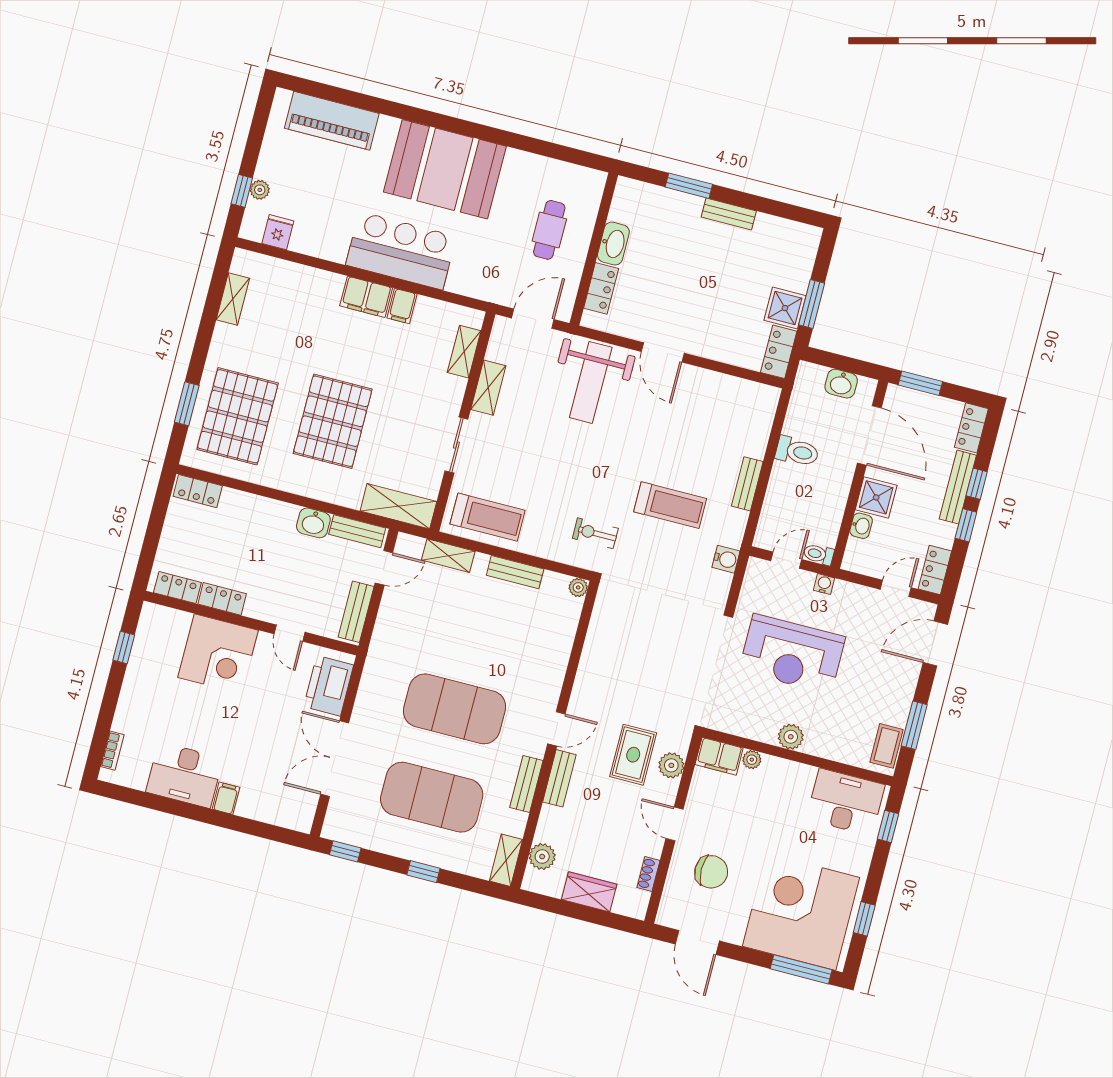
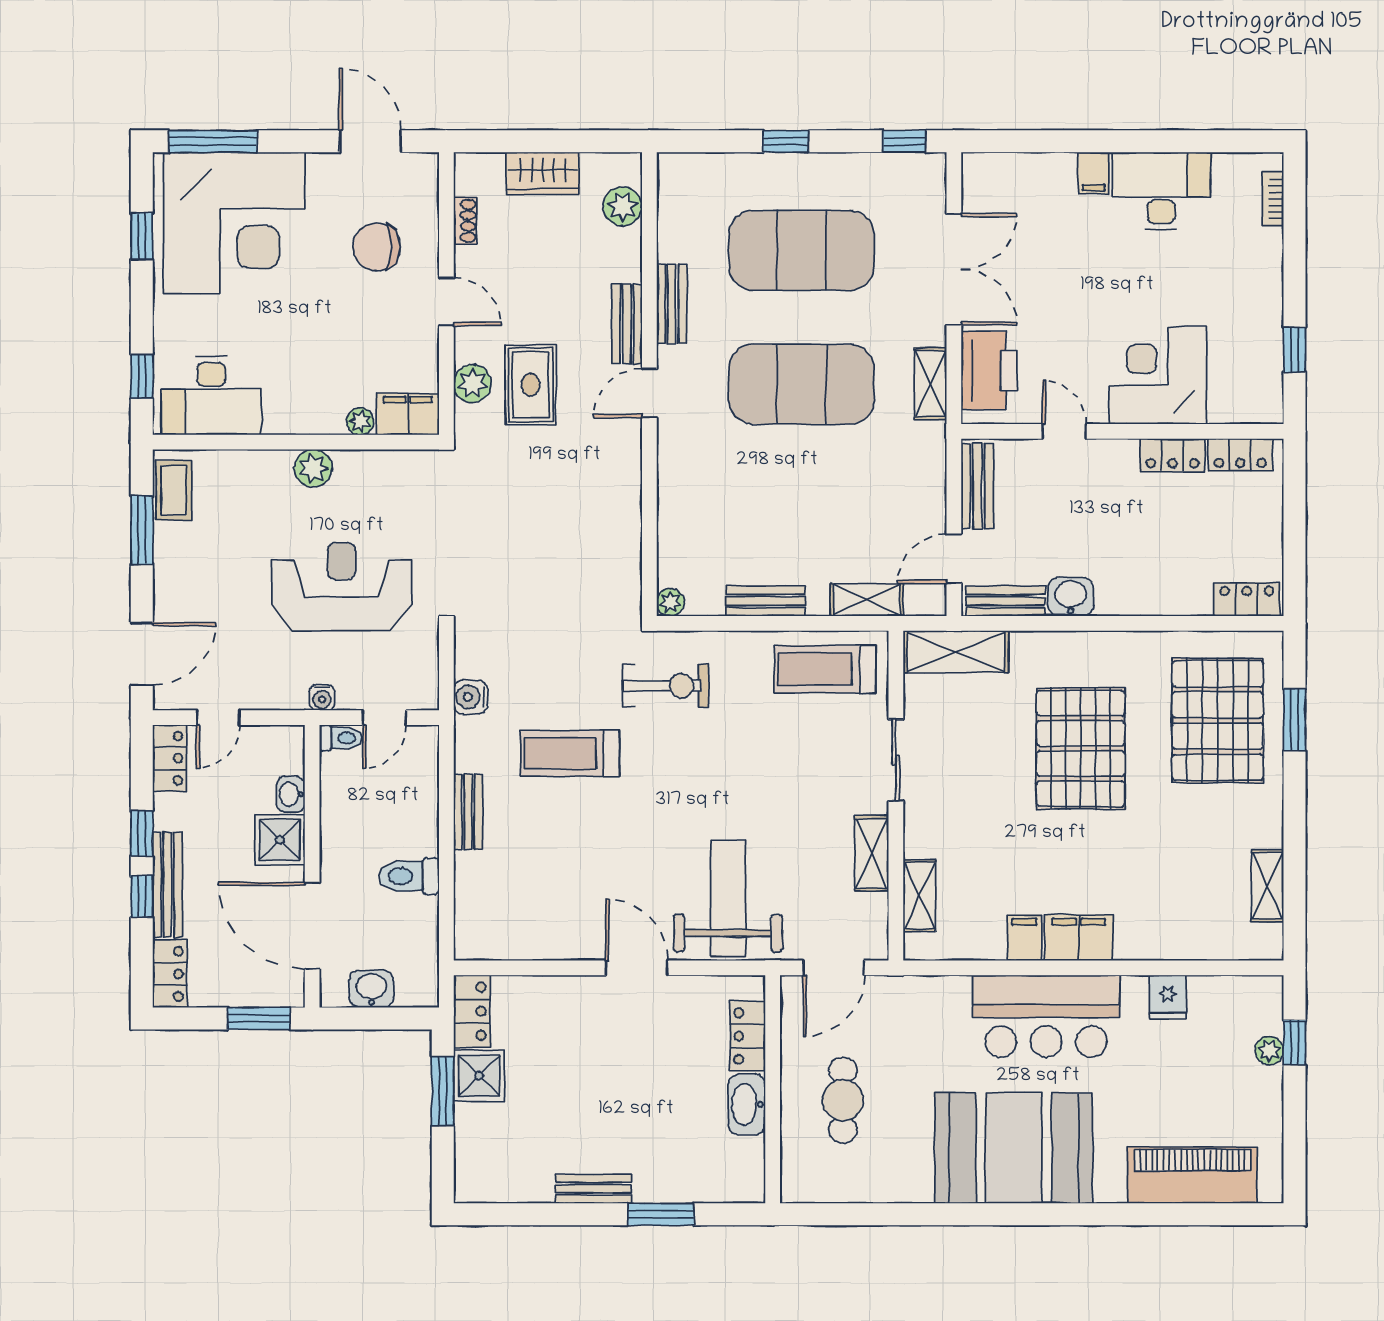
fridge: (278, 232) -> (1168, 997), moved
exercise bike: (595, 533) -> (666, 686), width x1.38, depth x1.39
shelving: (506, 860) -> (930, 384), moved

